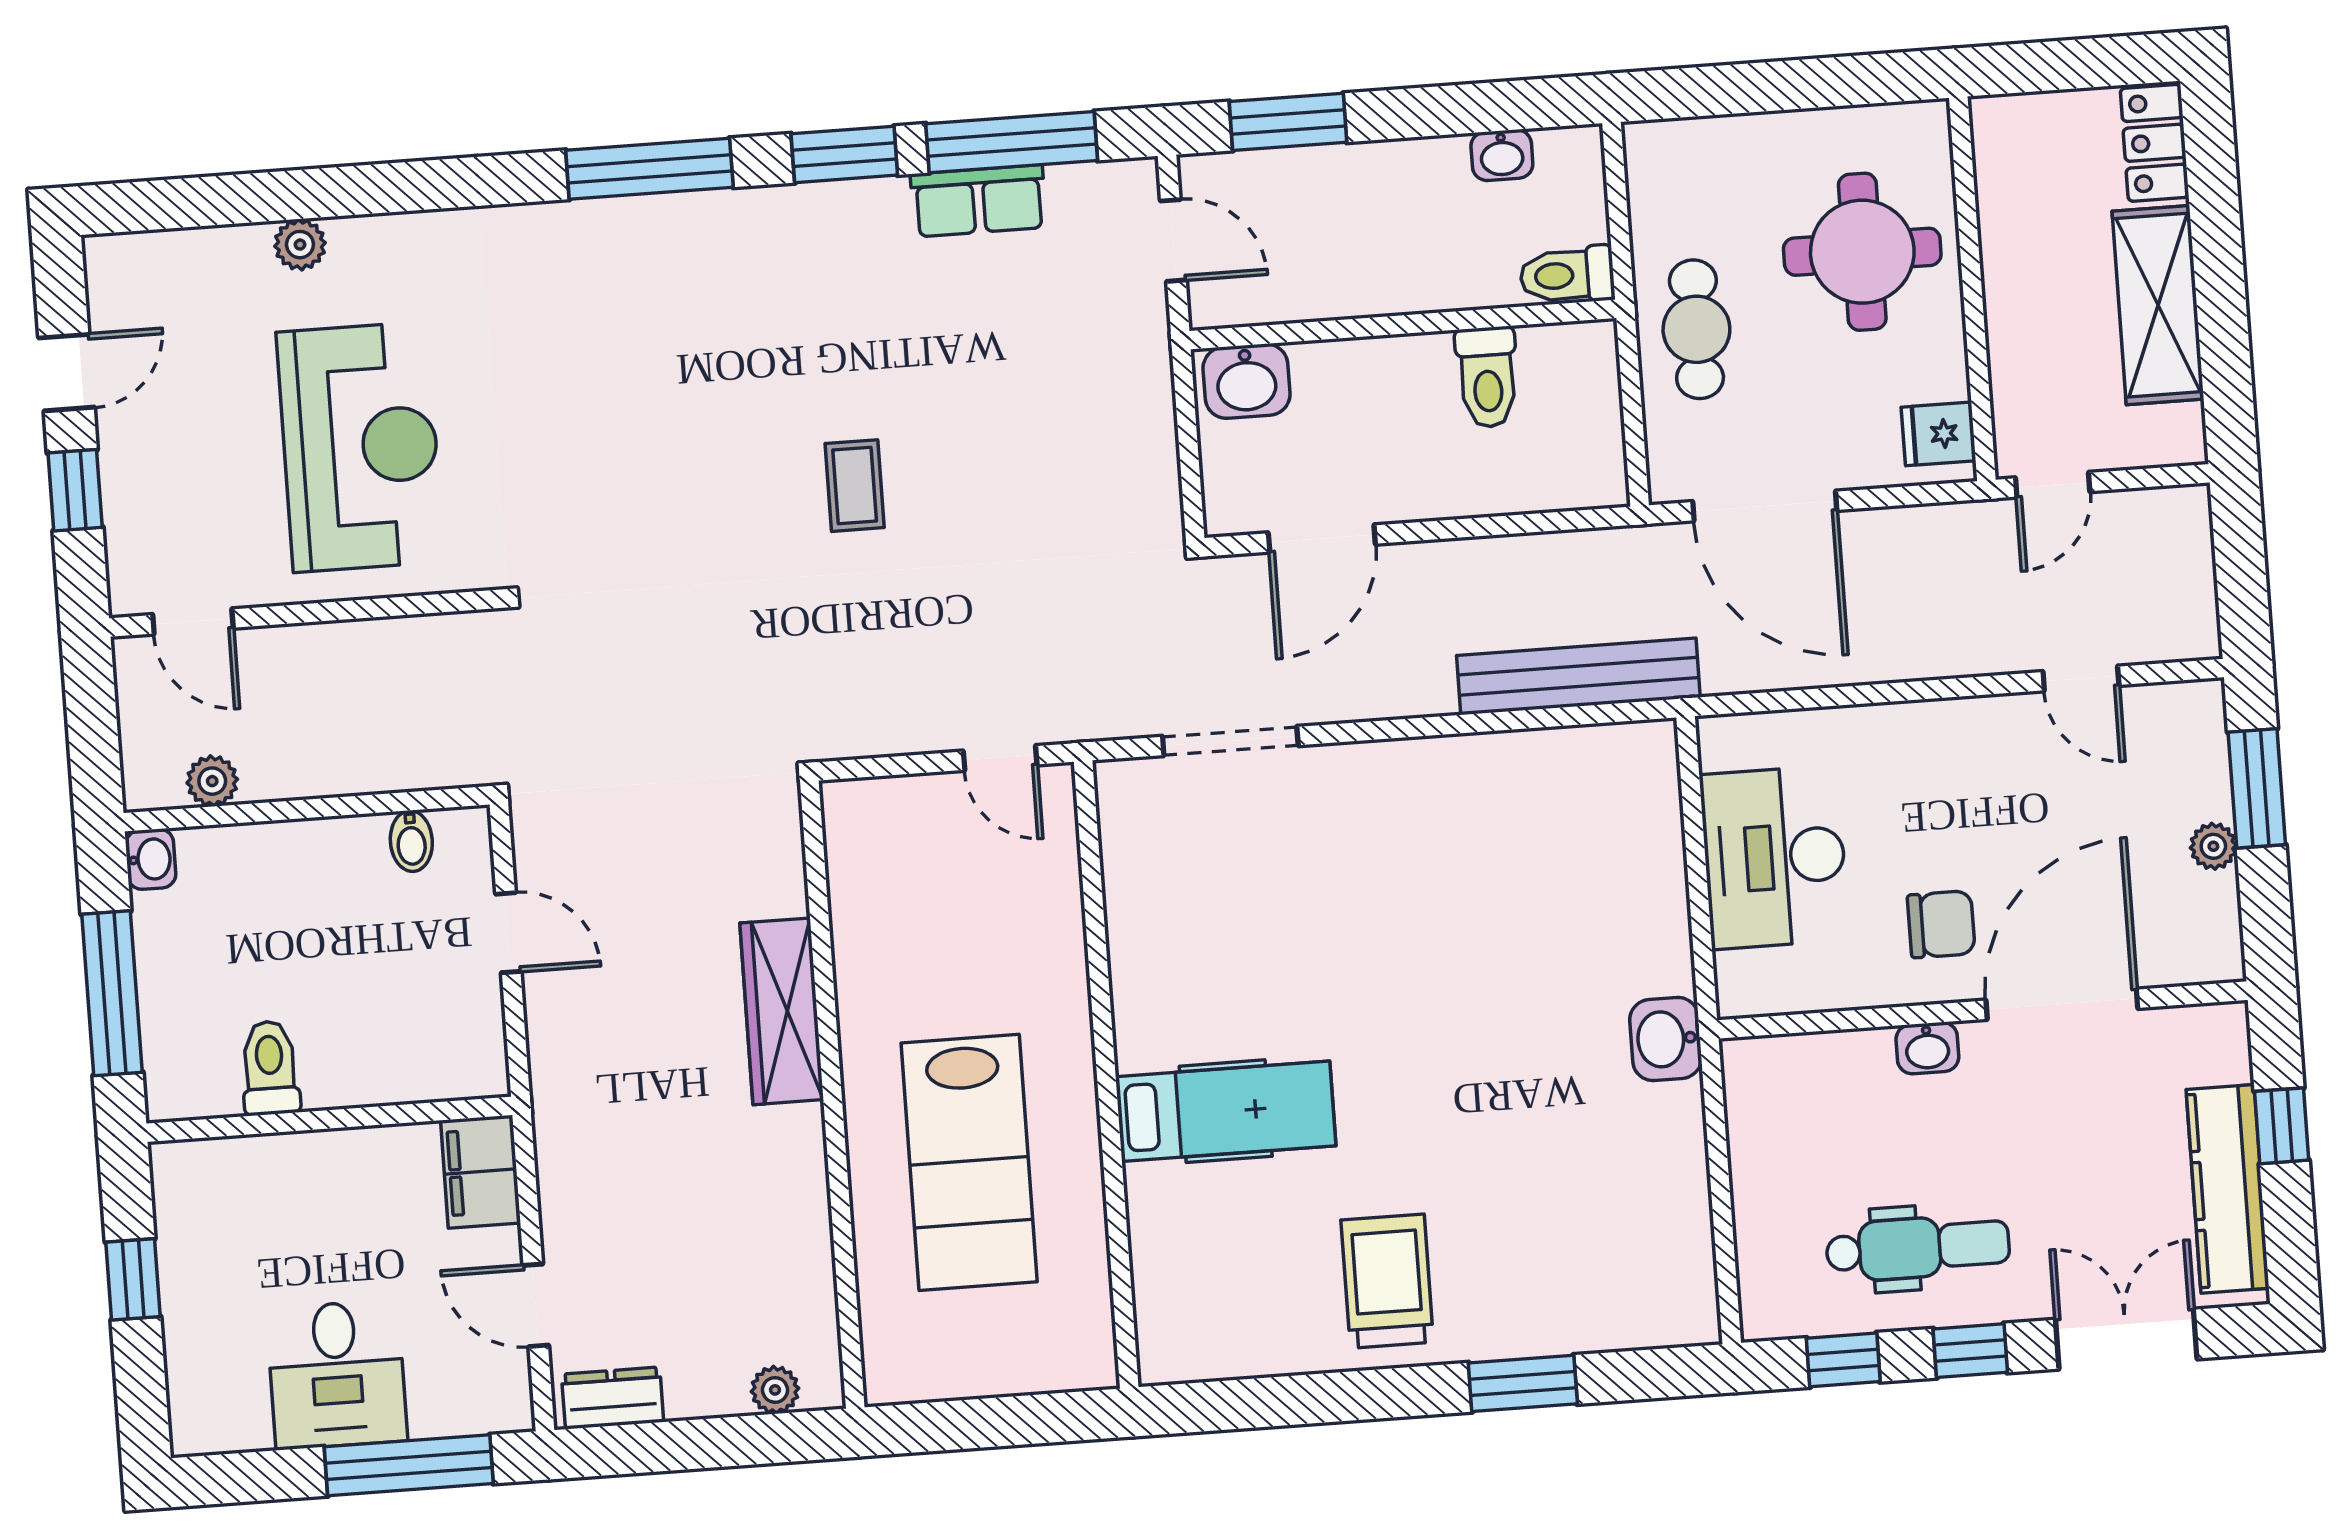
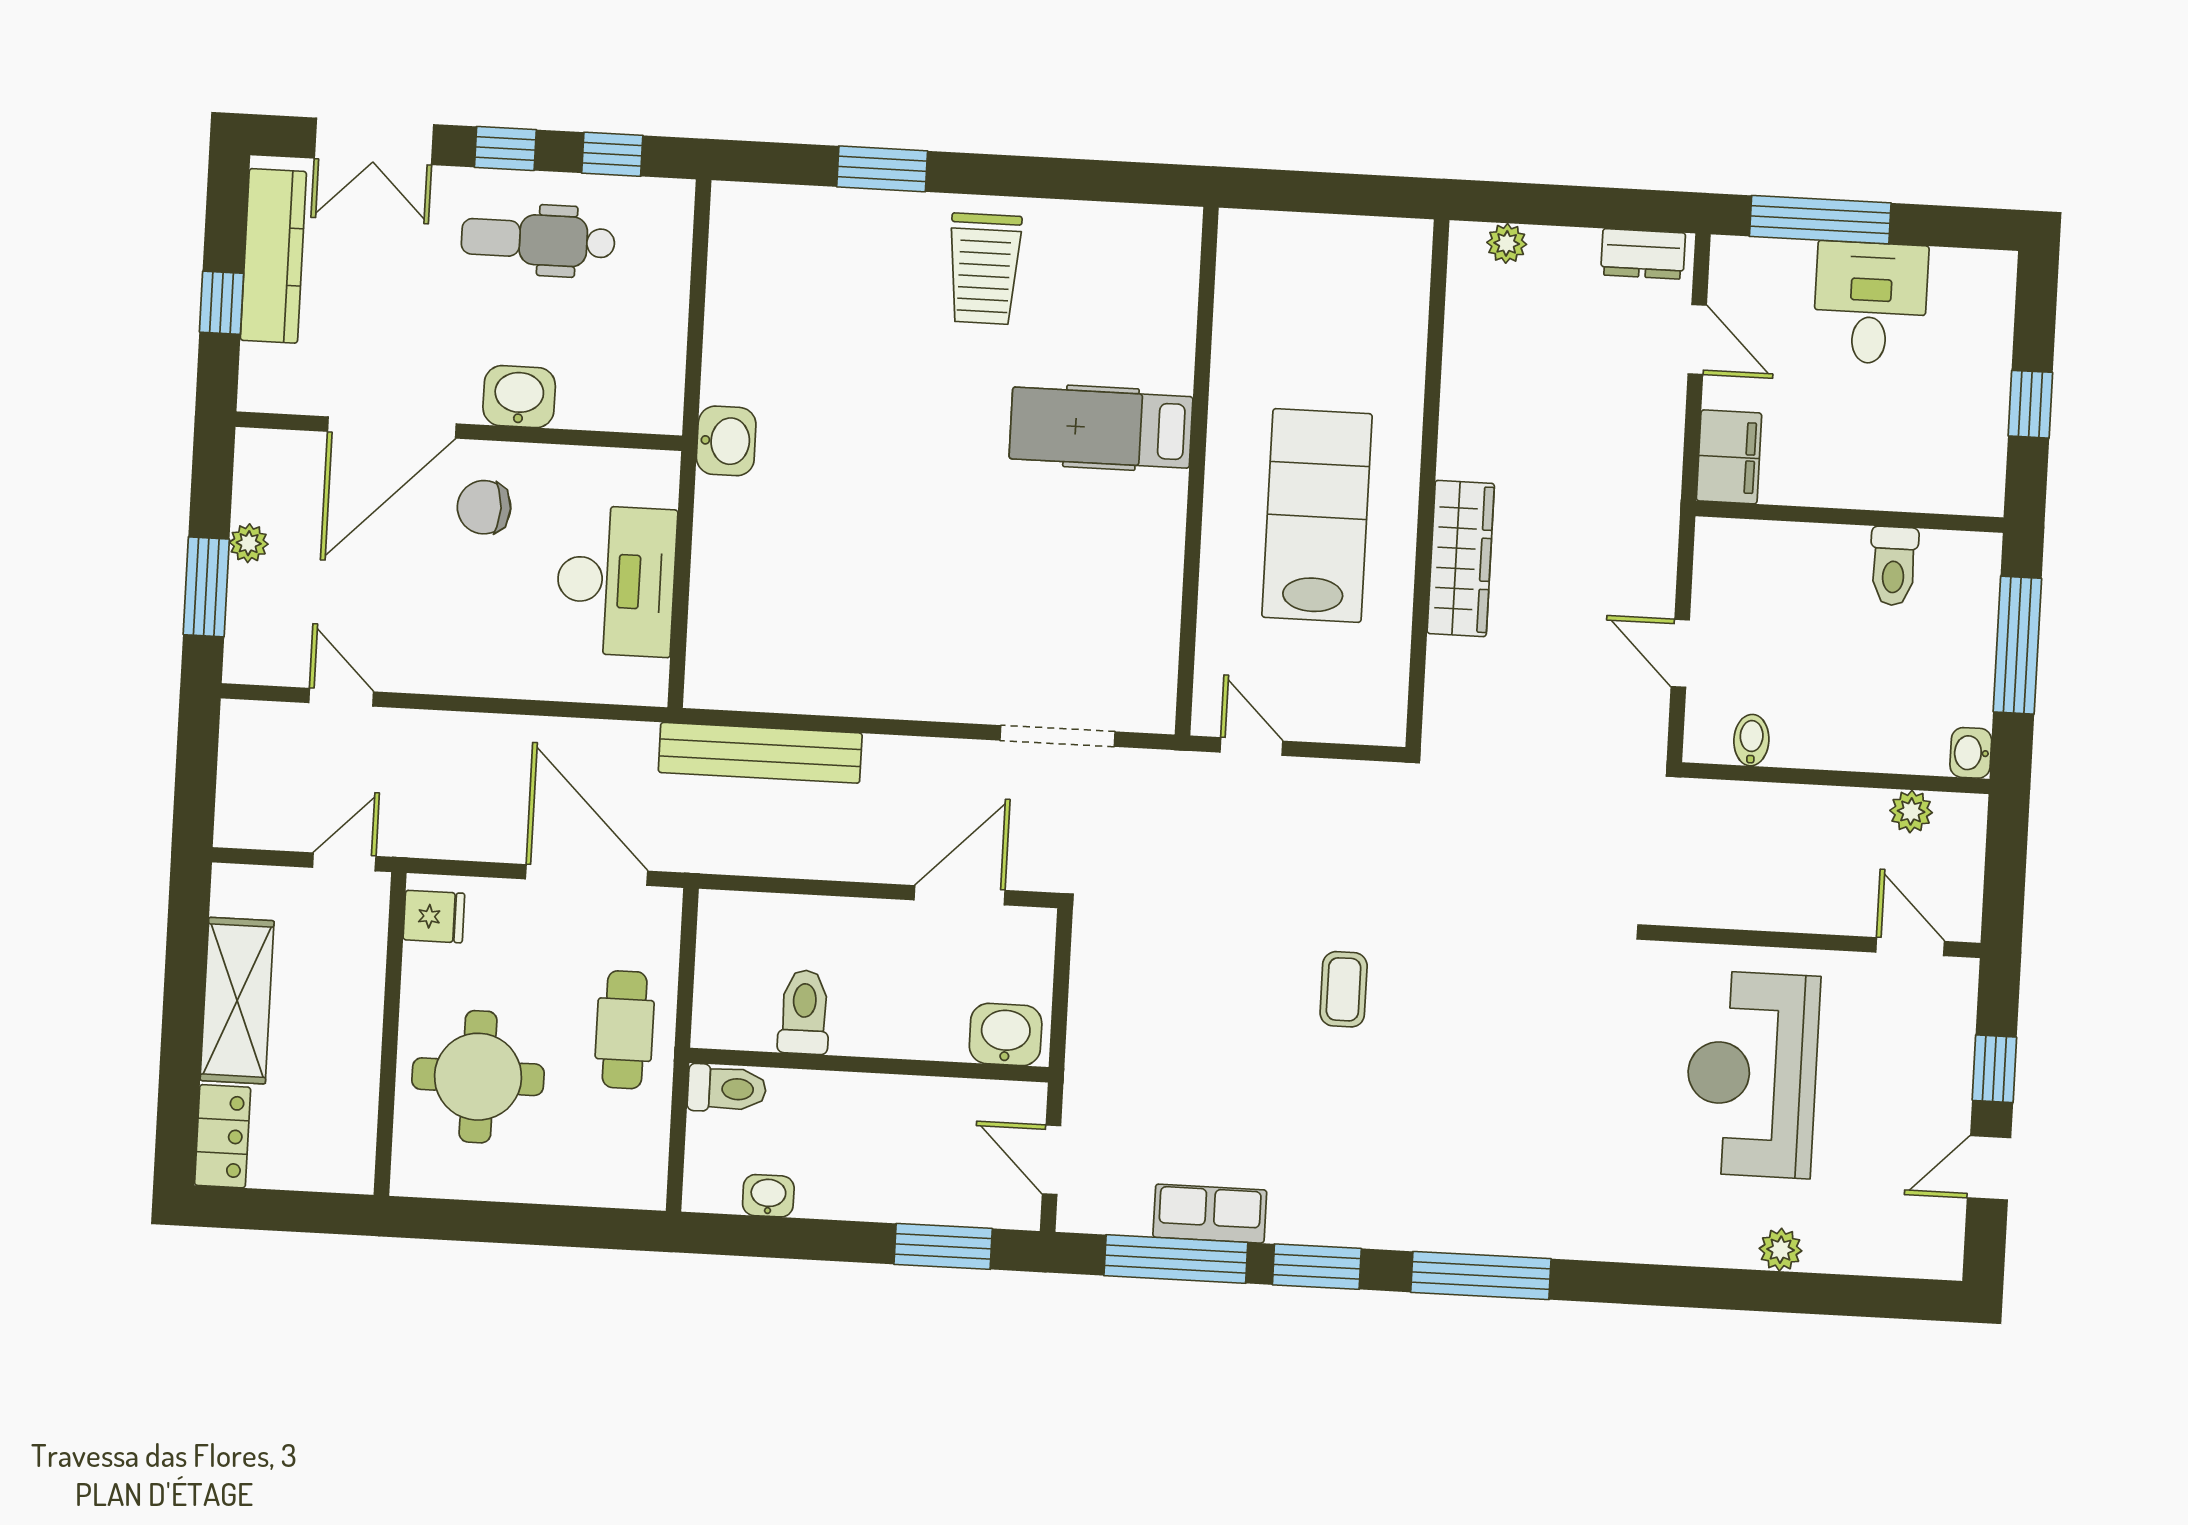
washbasin: (1927, 1048) -> (519, 397), width x1.38, depth x1.45
lab bench: (969, 1162) -> (1317, 515), moved

